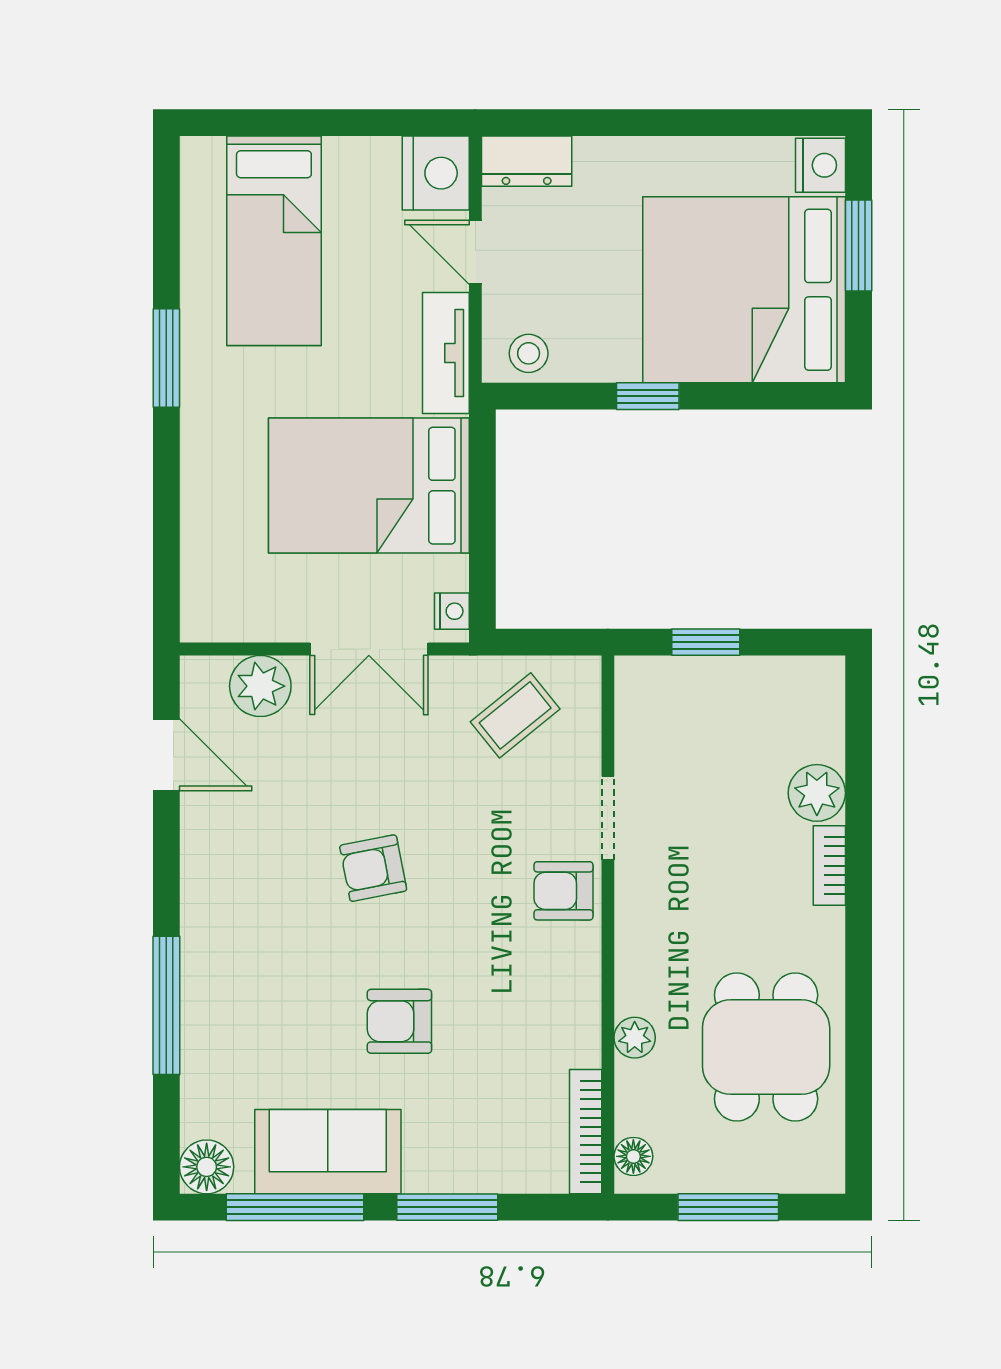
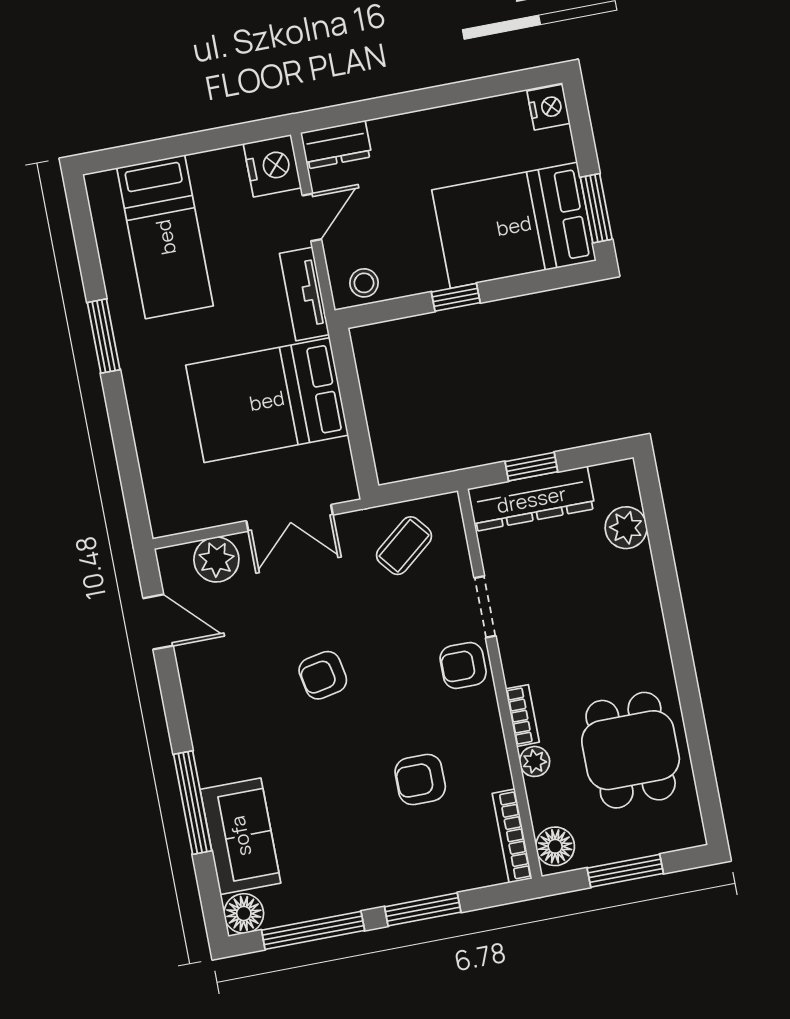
window: (859, 246) -> (596, 208), moved
door: (475, 252) -> (312, 217), swing flipped
bed: (744, 290) -> (514, 225), width x0.73
nightstand: (452, 611) -> (344, 479), removed
dresser: (697, 685) -> (531, 499), added
plant: (817, 793) -> (626, 528), moved
bookcase: (829, 866) -> (522, 716), moved, turned 180
armchair: (399, 1021) -> (420, 780), moved
sofa: (328, 1152) -> (240, 836), moved, turned 90
floor lamp: (633, 1156) -> (555, 846), width x1.37, depth x1.37

